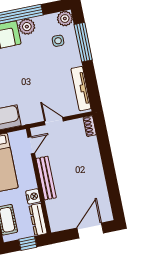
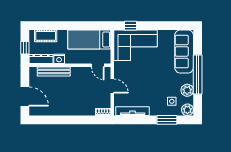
plant: (27, 27) -> (187, 90), moved
window: (83, 42) -> (167, 120), width x0.69
door: (54, 121) -> (112, 86), hinge flipped
bench: (46, 178) -> (54, 71), moved

